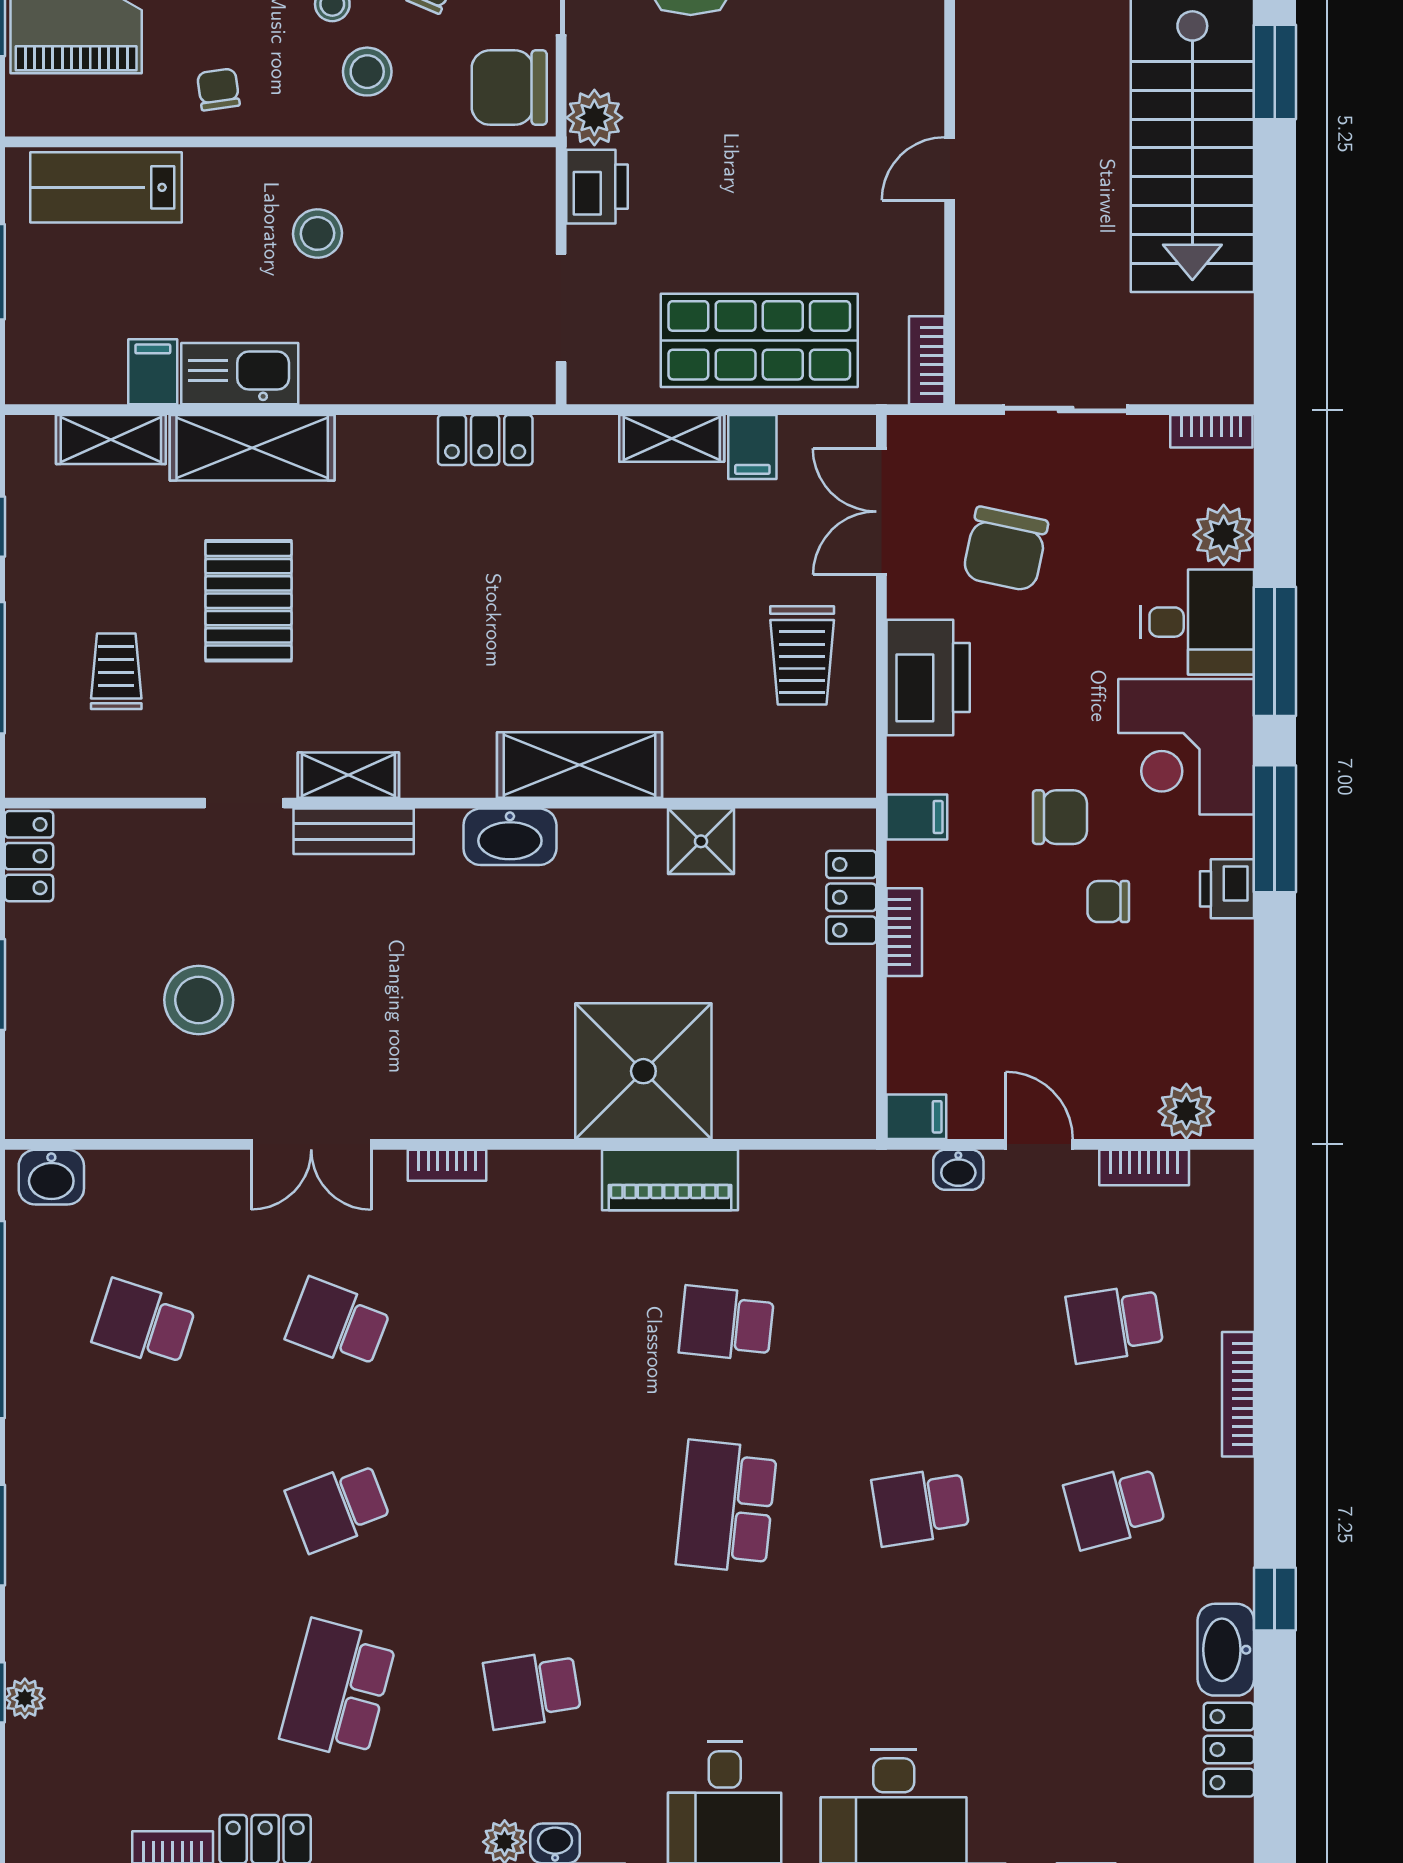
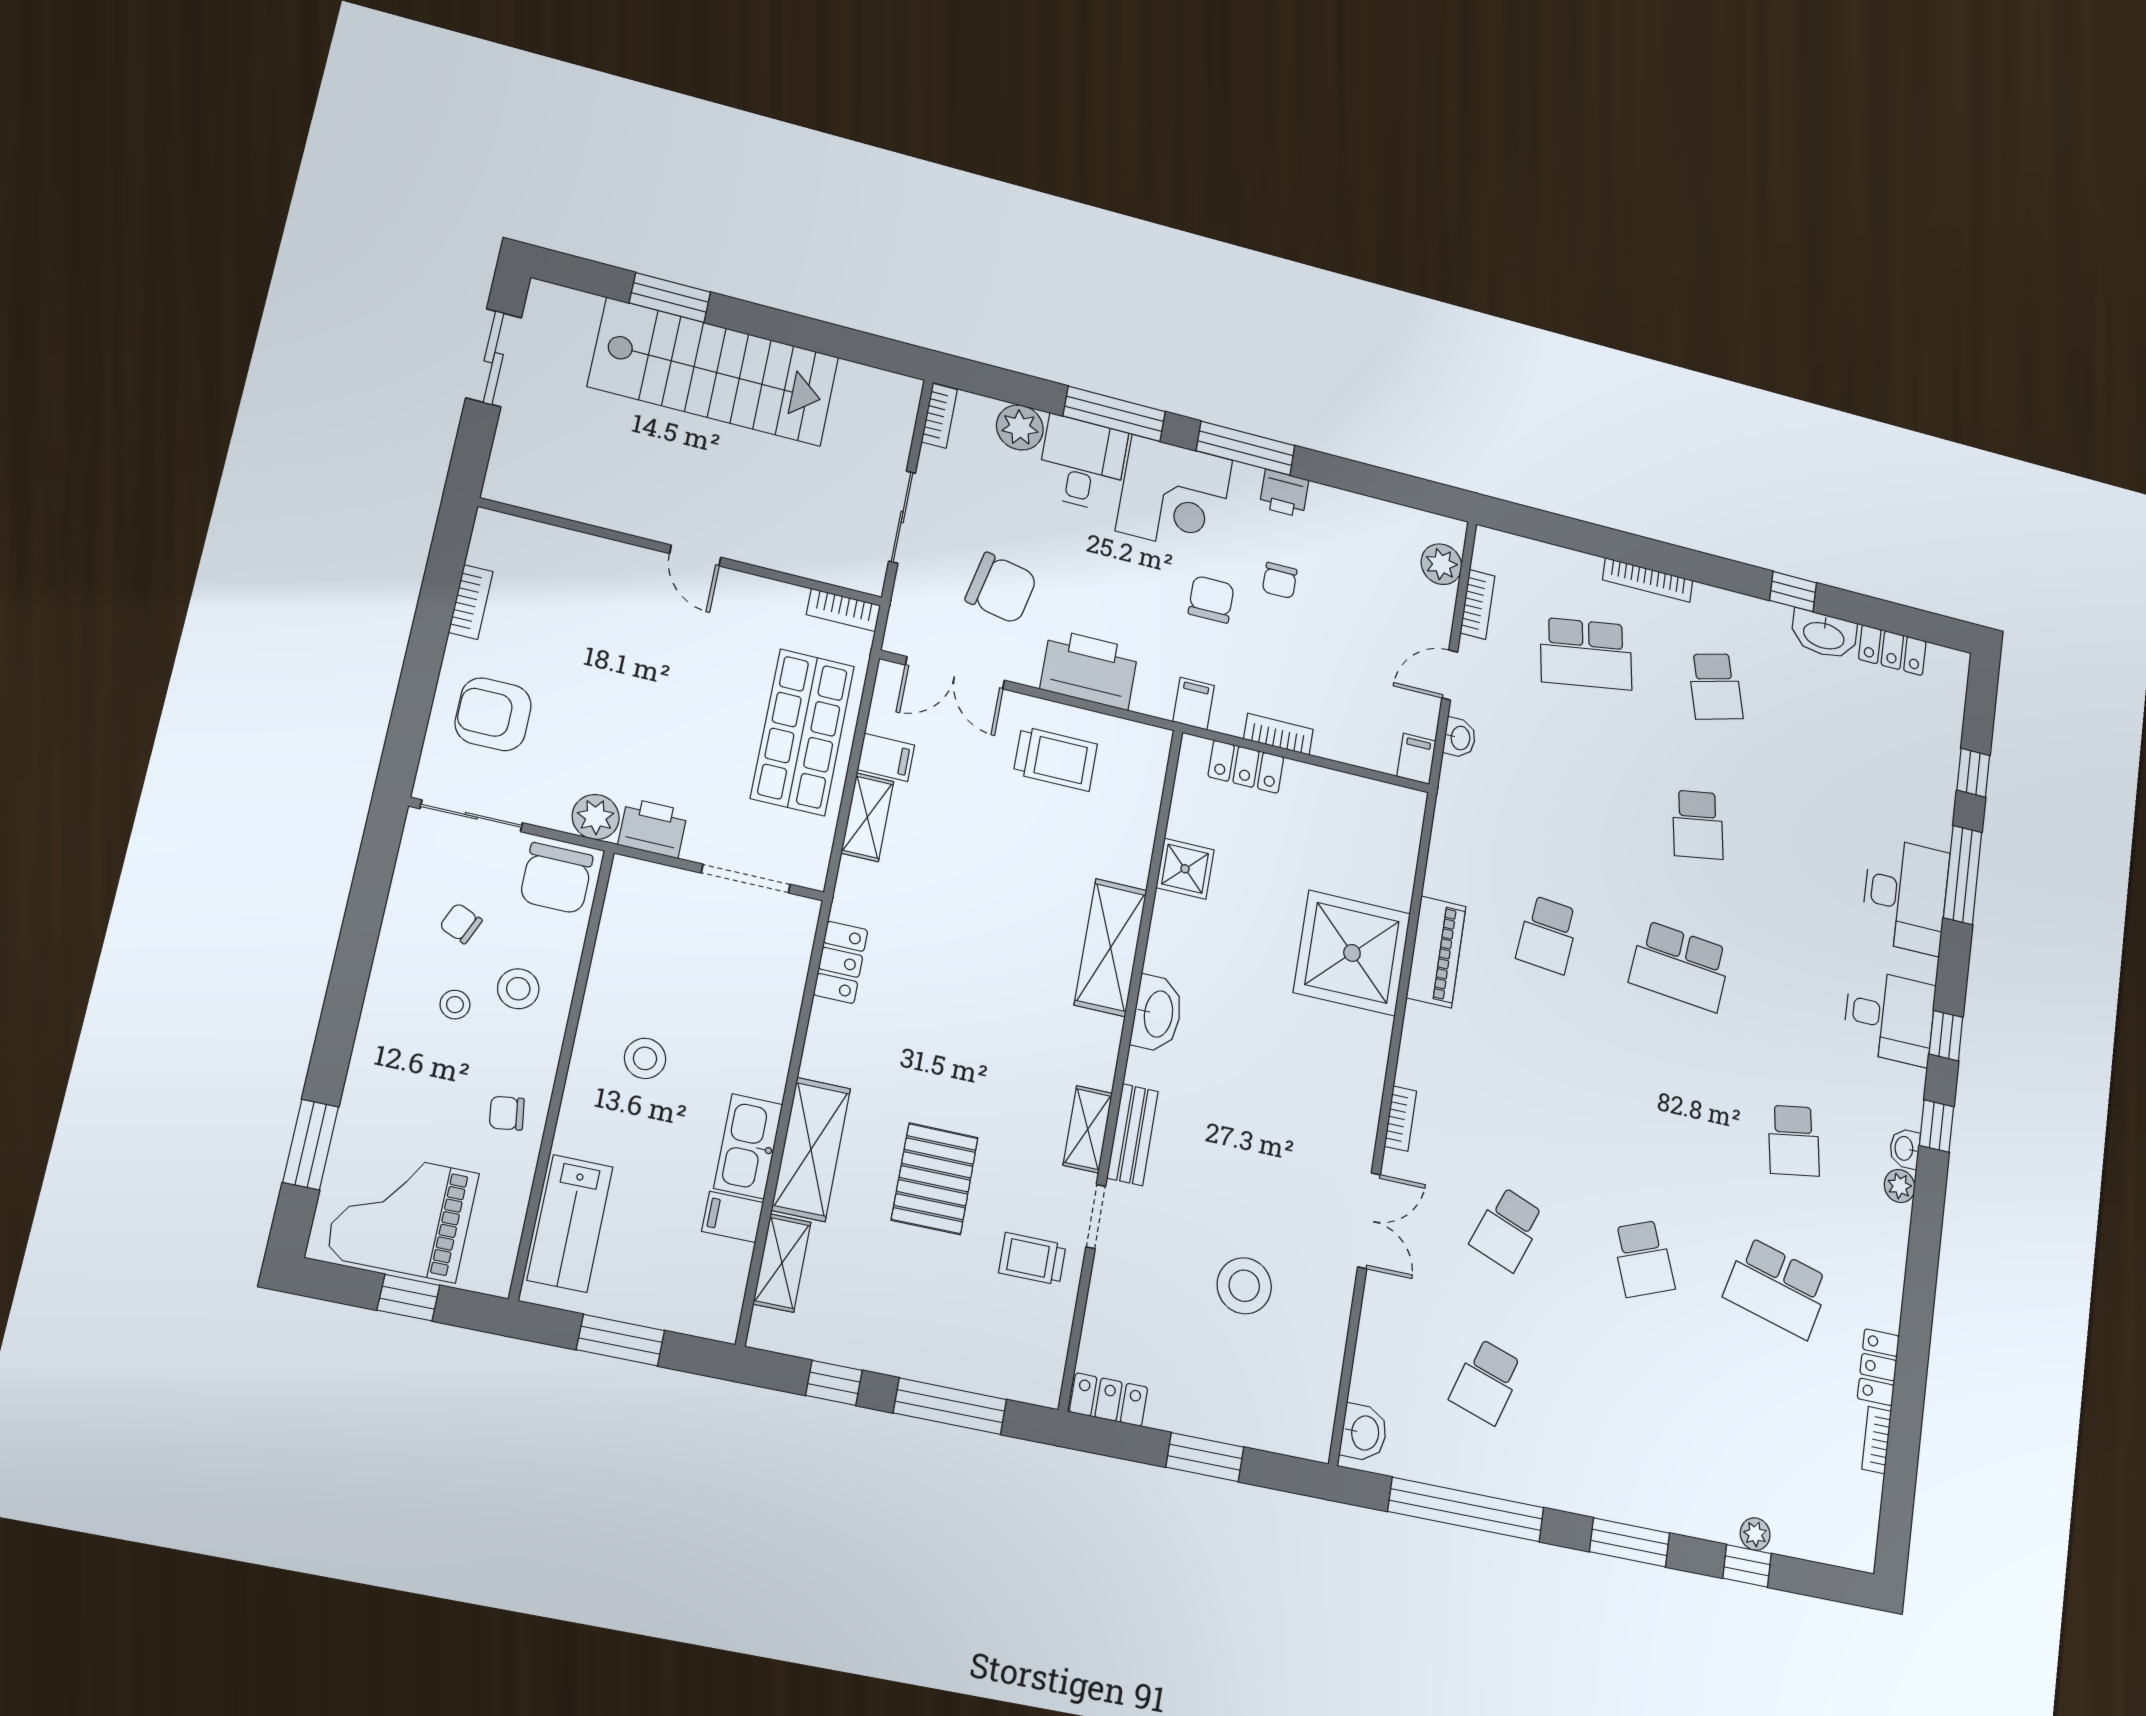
pallet: (248, 601) -> (935, 1179), turned 90
trolley: (116, 671) -> (1032, 1259), moved
school desk: (1115, 1323) -> (1586, 654), width x1.85

